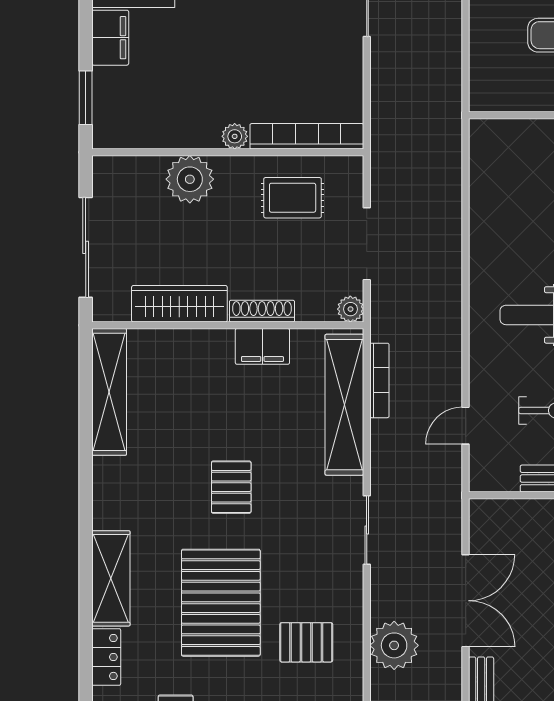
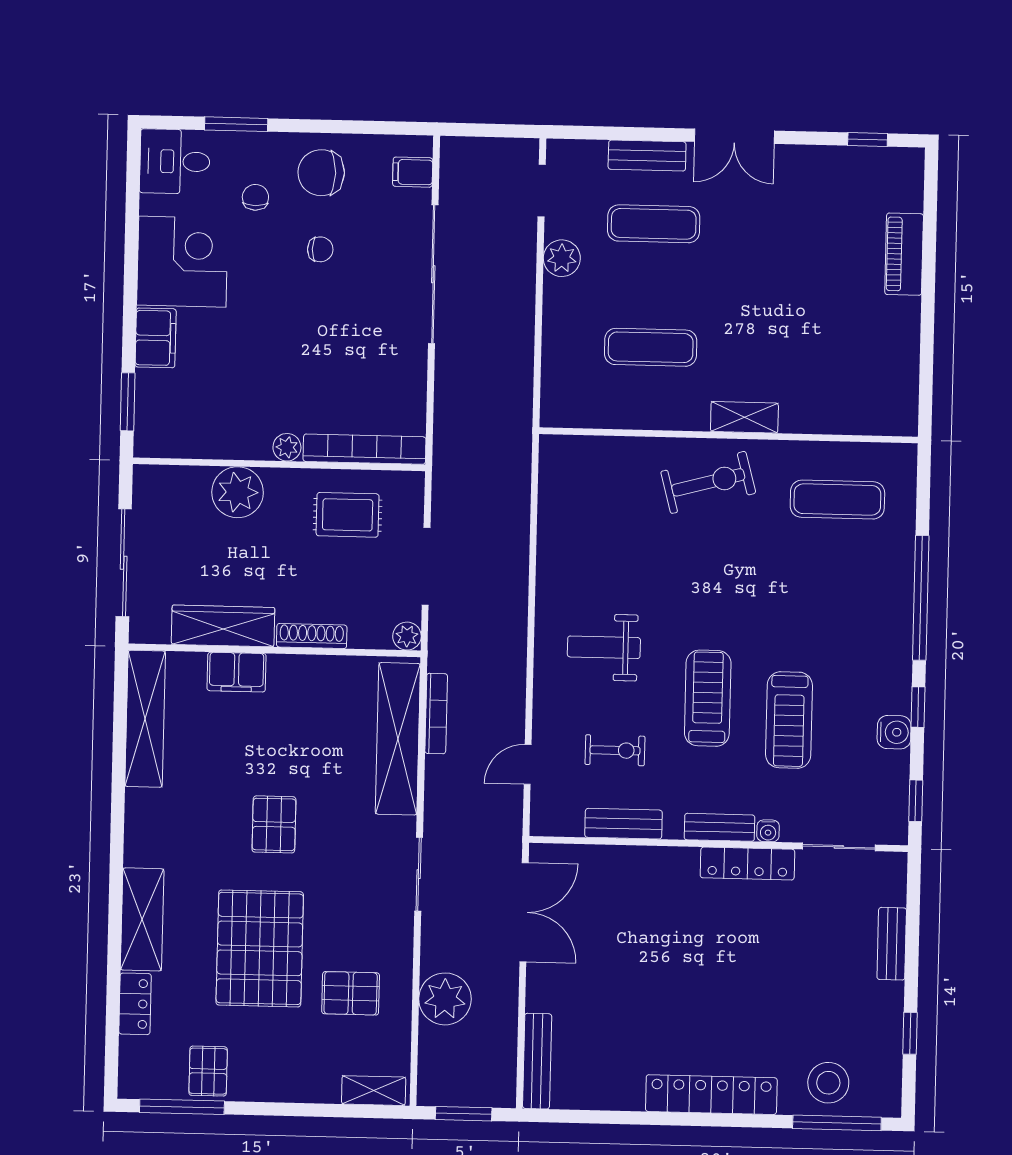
filing cabinet: (262, 346) -> (237, 672), moved
double door: (466, 601) -> (524, 912), moved

